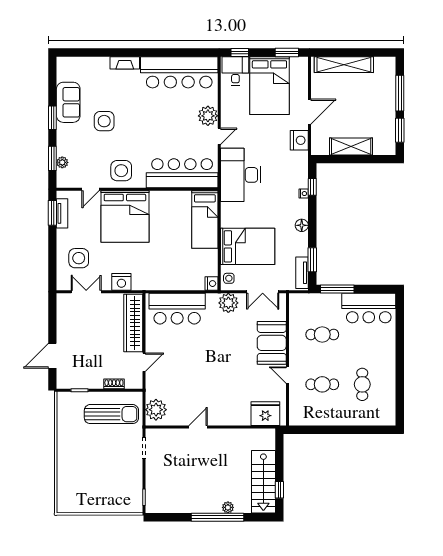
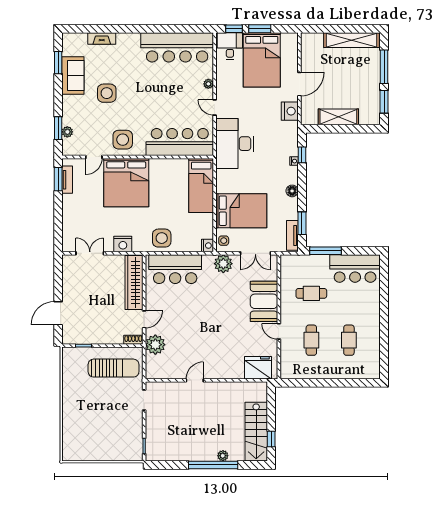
window: (287, 52) -> (260, 29), moved
fireplace: (125, 63) -> (102, 38), moved
shelving: (344, 65) -> (351, 40), moved
plant: (208, 116) -> (208, 84), width x0.53, depth x0.53
window: (52, 118) -> (58, 63), moved
door: (219, 136) -> (215, 107), swing flipped
side table: (79, 258) -> (162, 238), moved
shoe rack: (114, 384) -> (133, 340), moved
cafe table: (322, 384) -> (311, 340), turned 90
plant: (156, 410) -> (155, 345), moved

